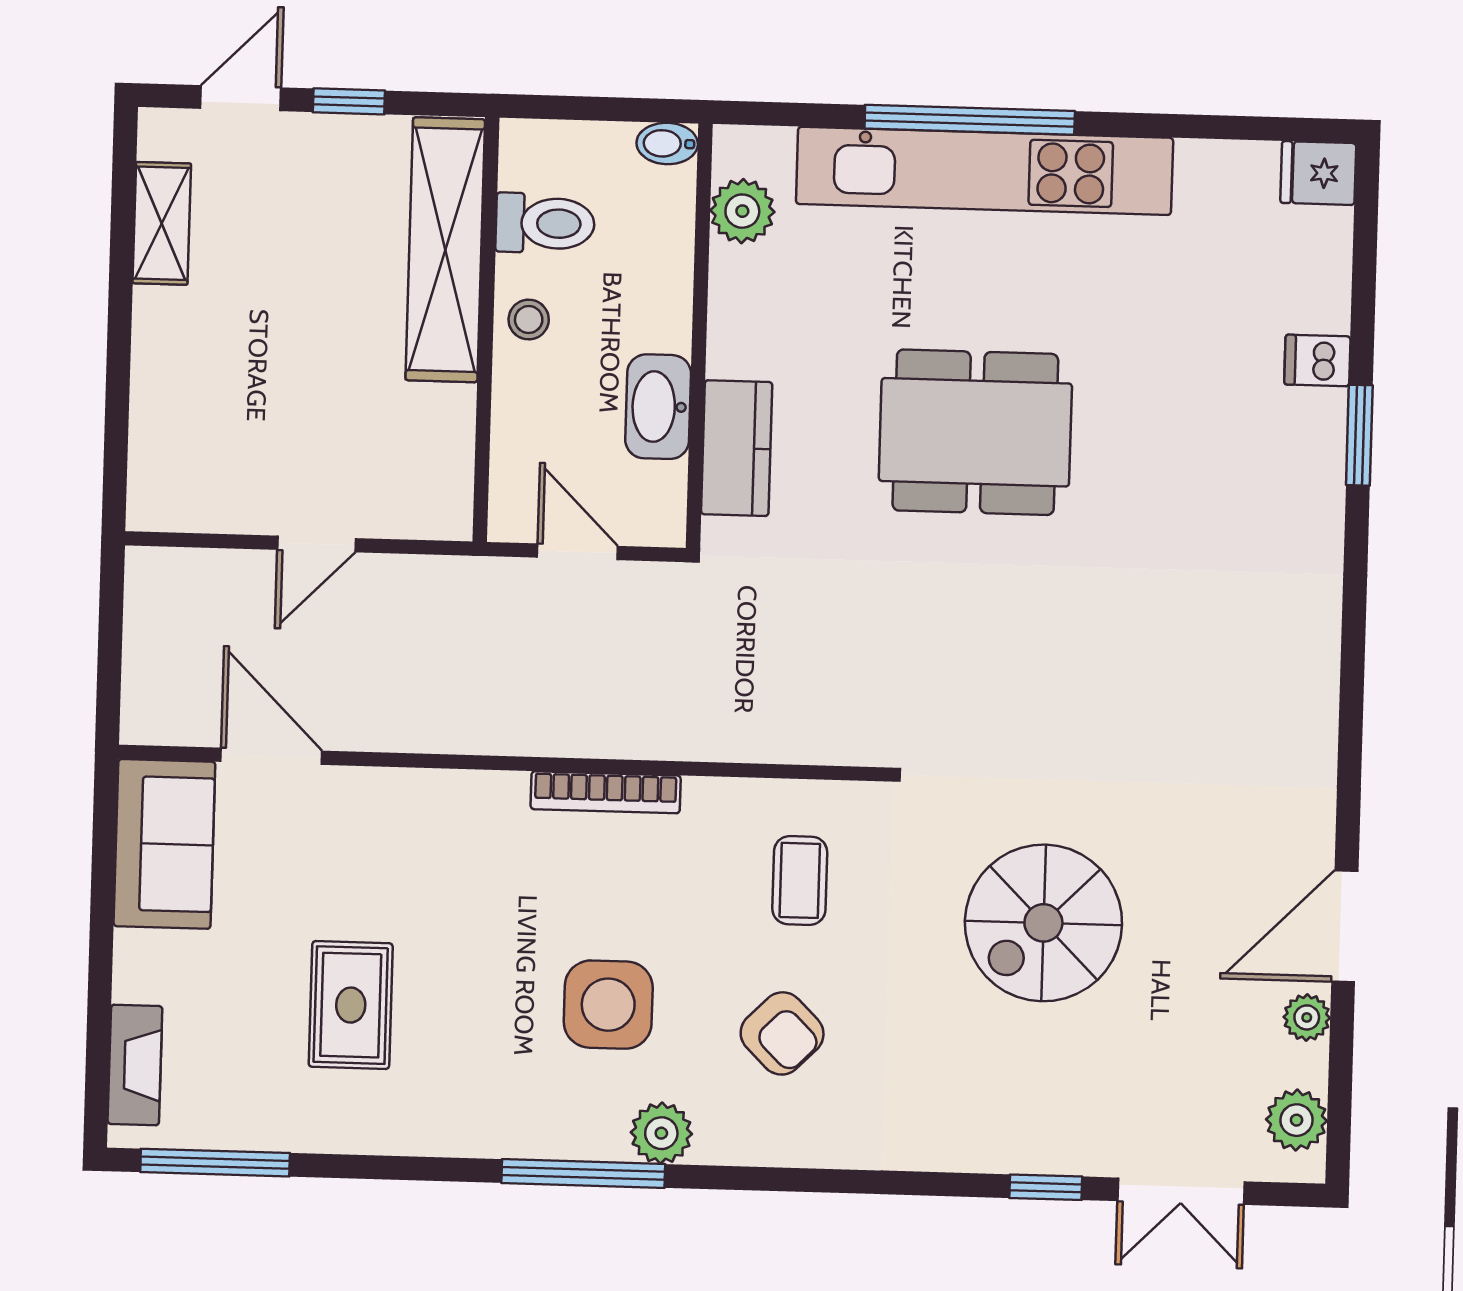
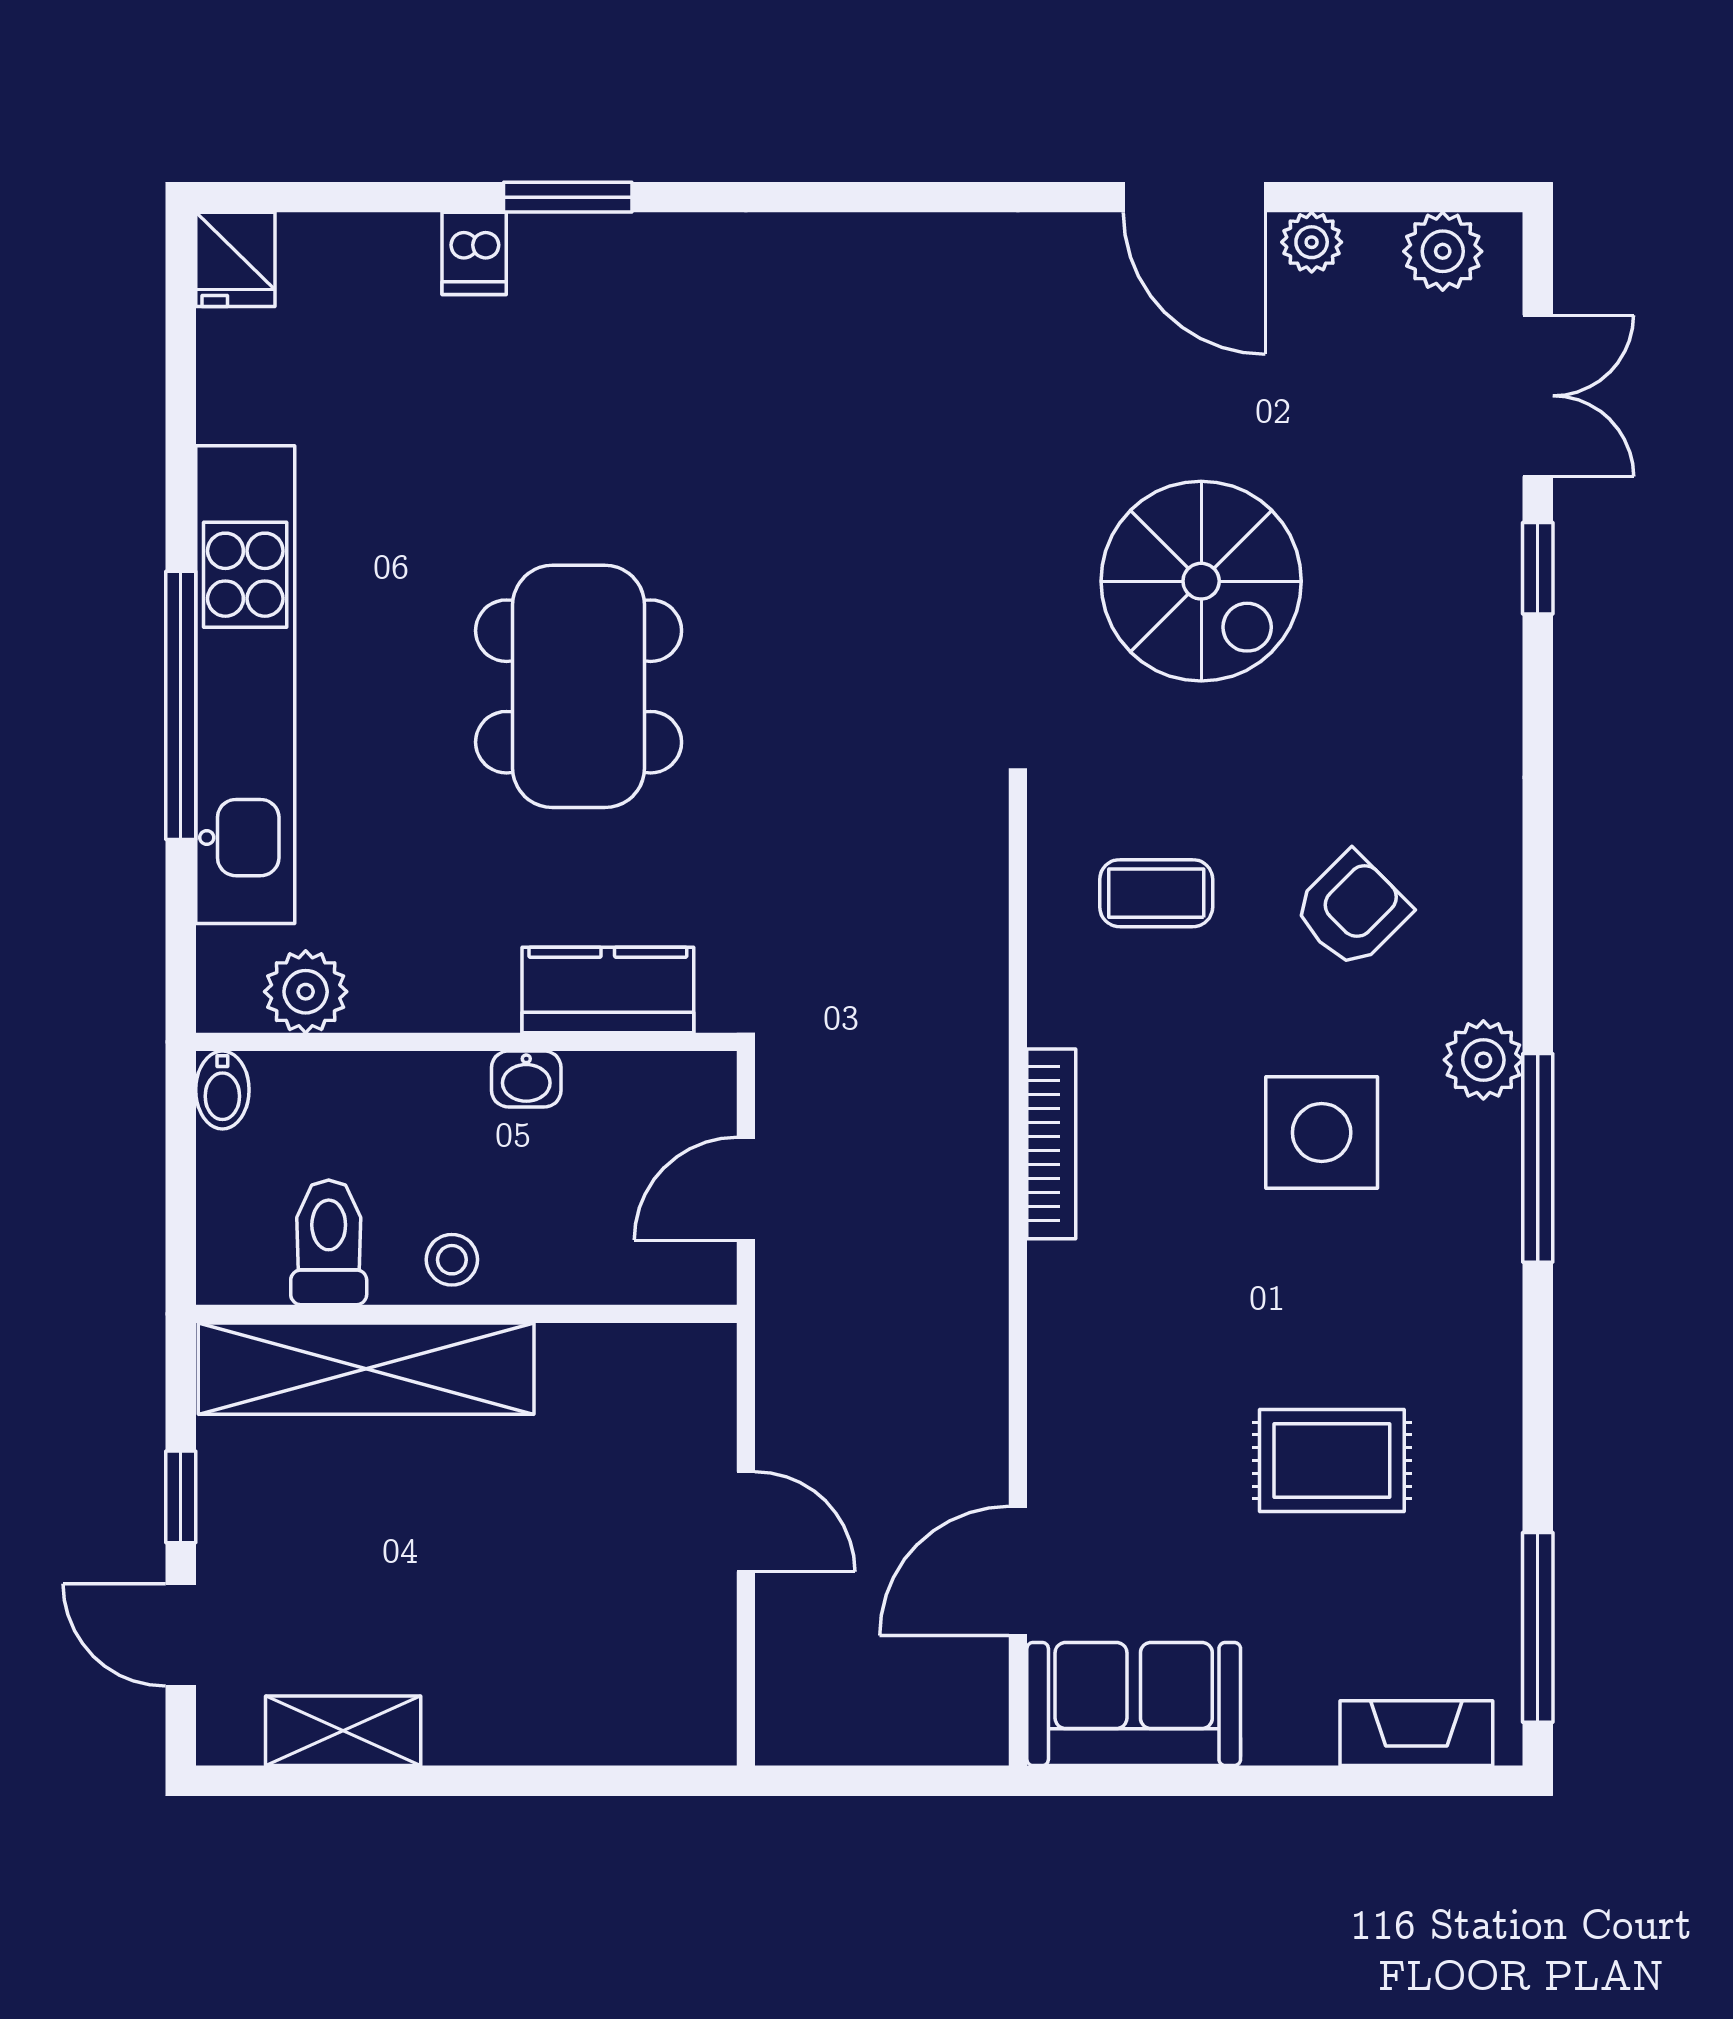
washbasin: (658, 407) -> (526, 1079), width x0.52, depth x0.69

